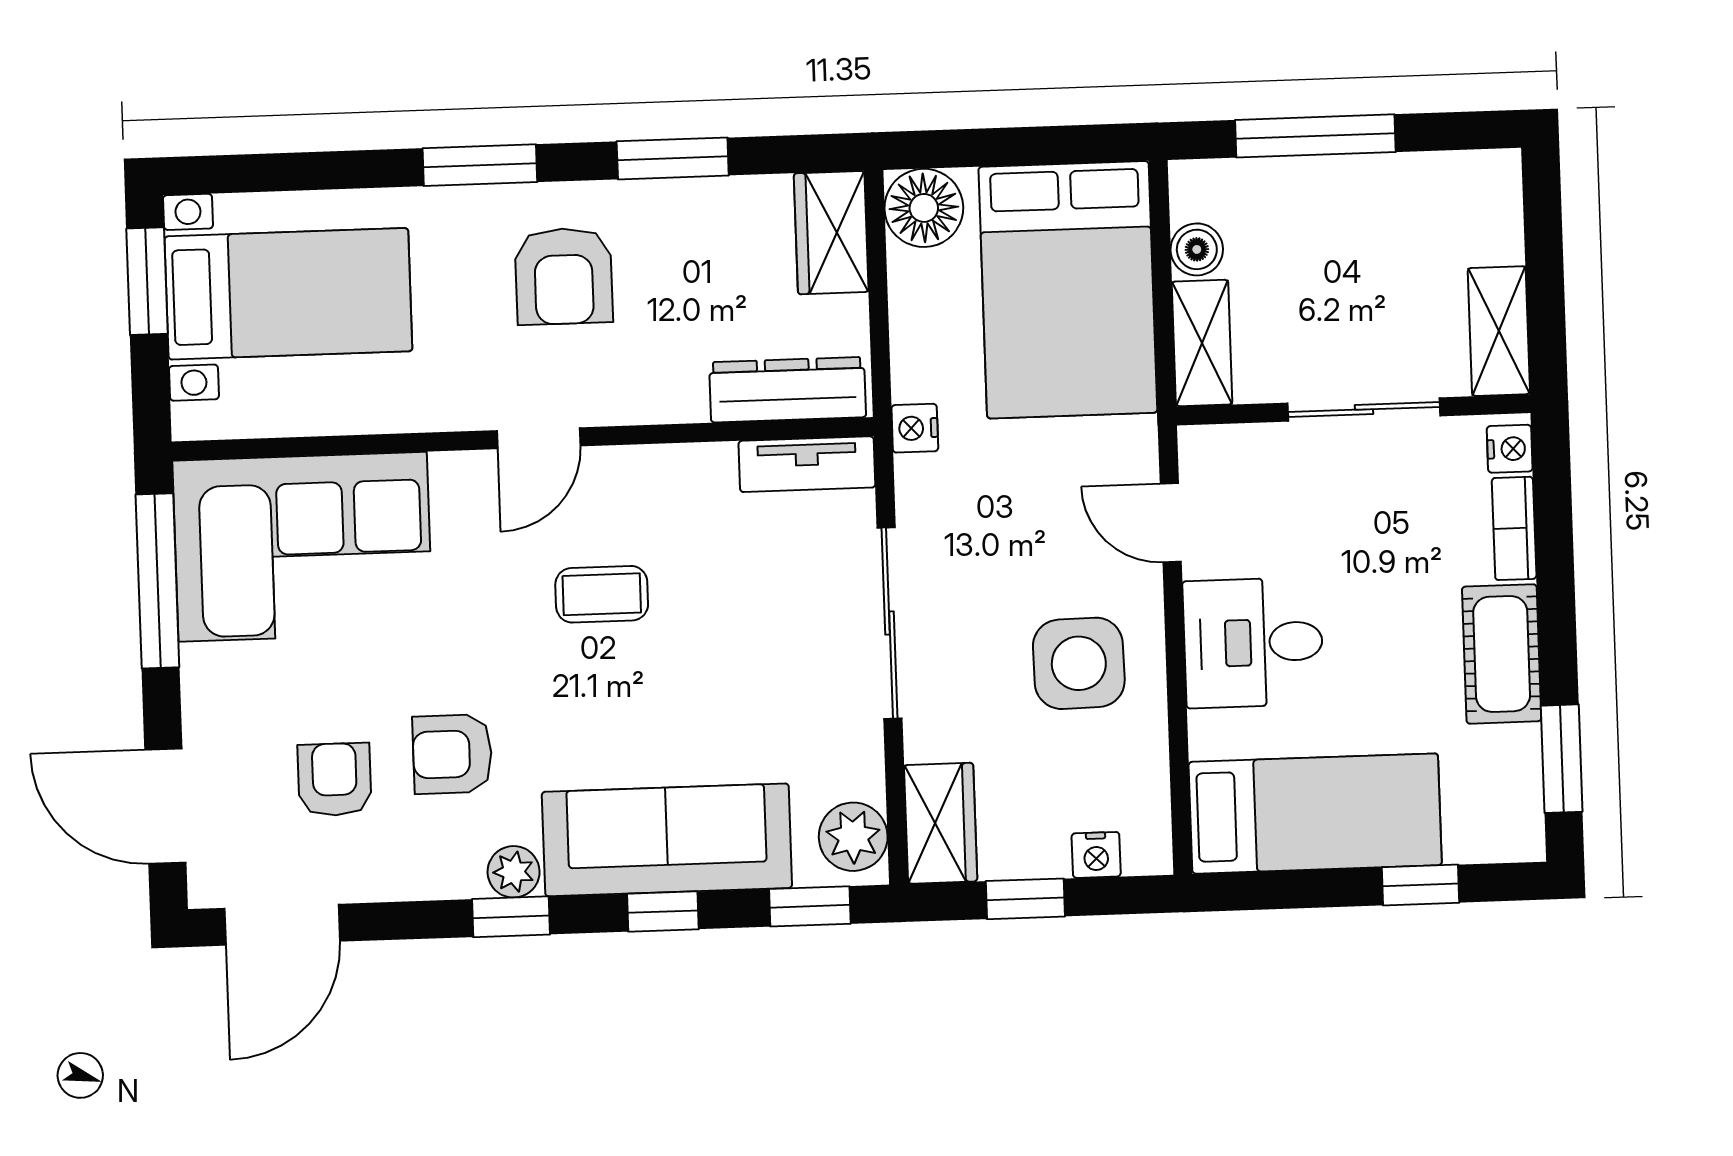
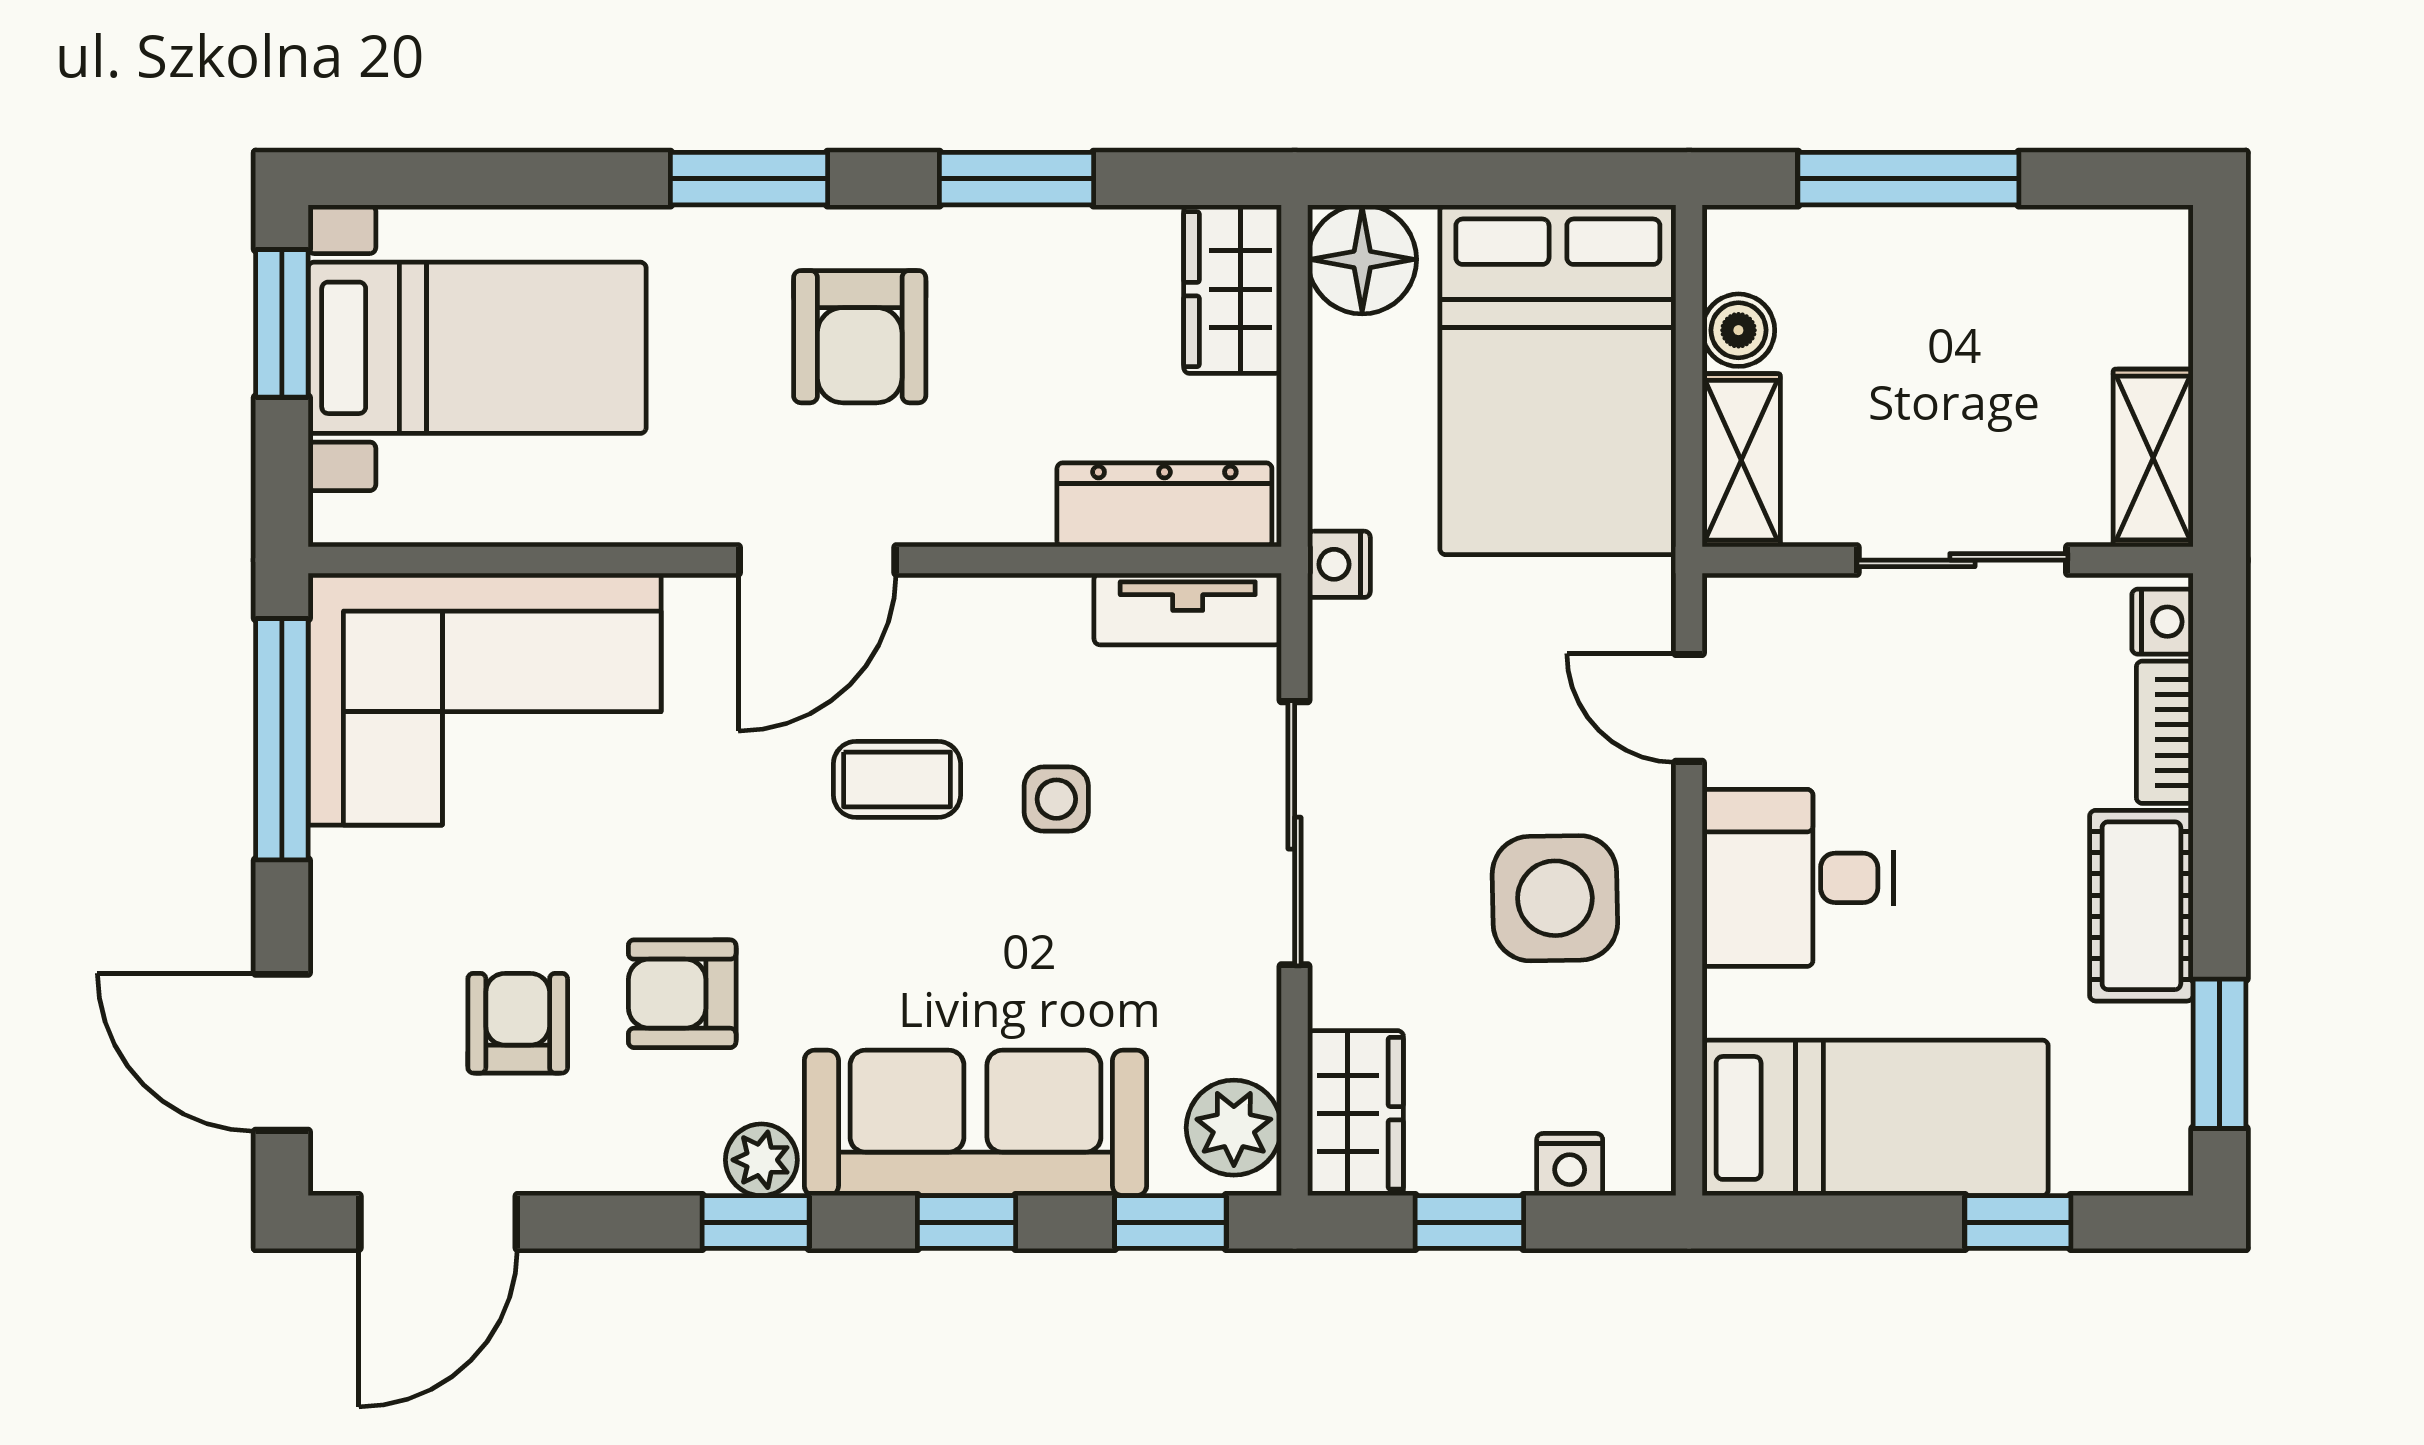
door: (539, 438) -> (817, 560), width x1.38
side table: (717, 604) -> (1056, 799), added

